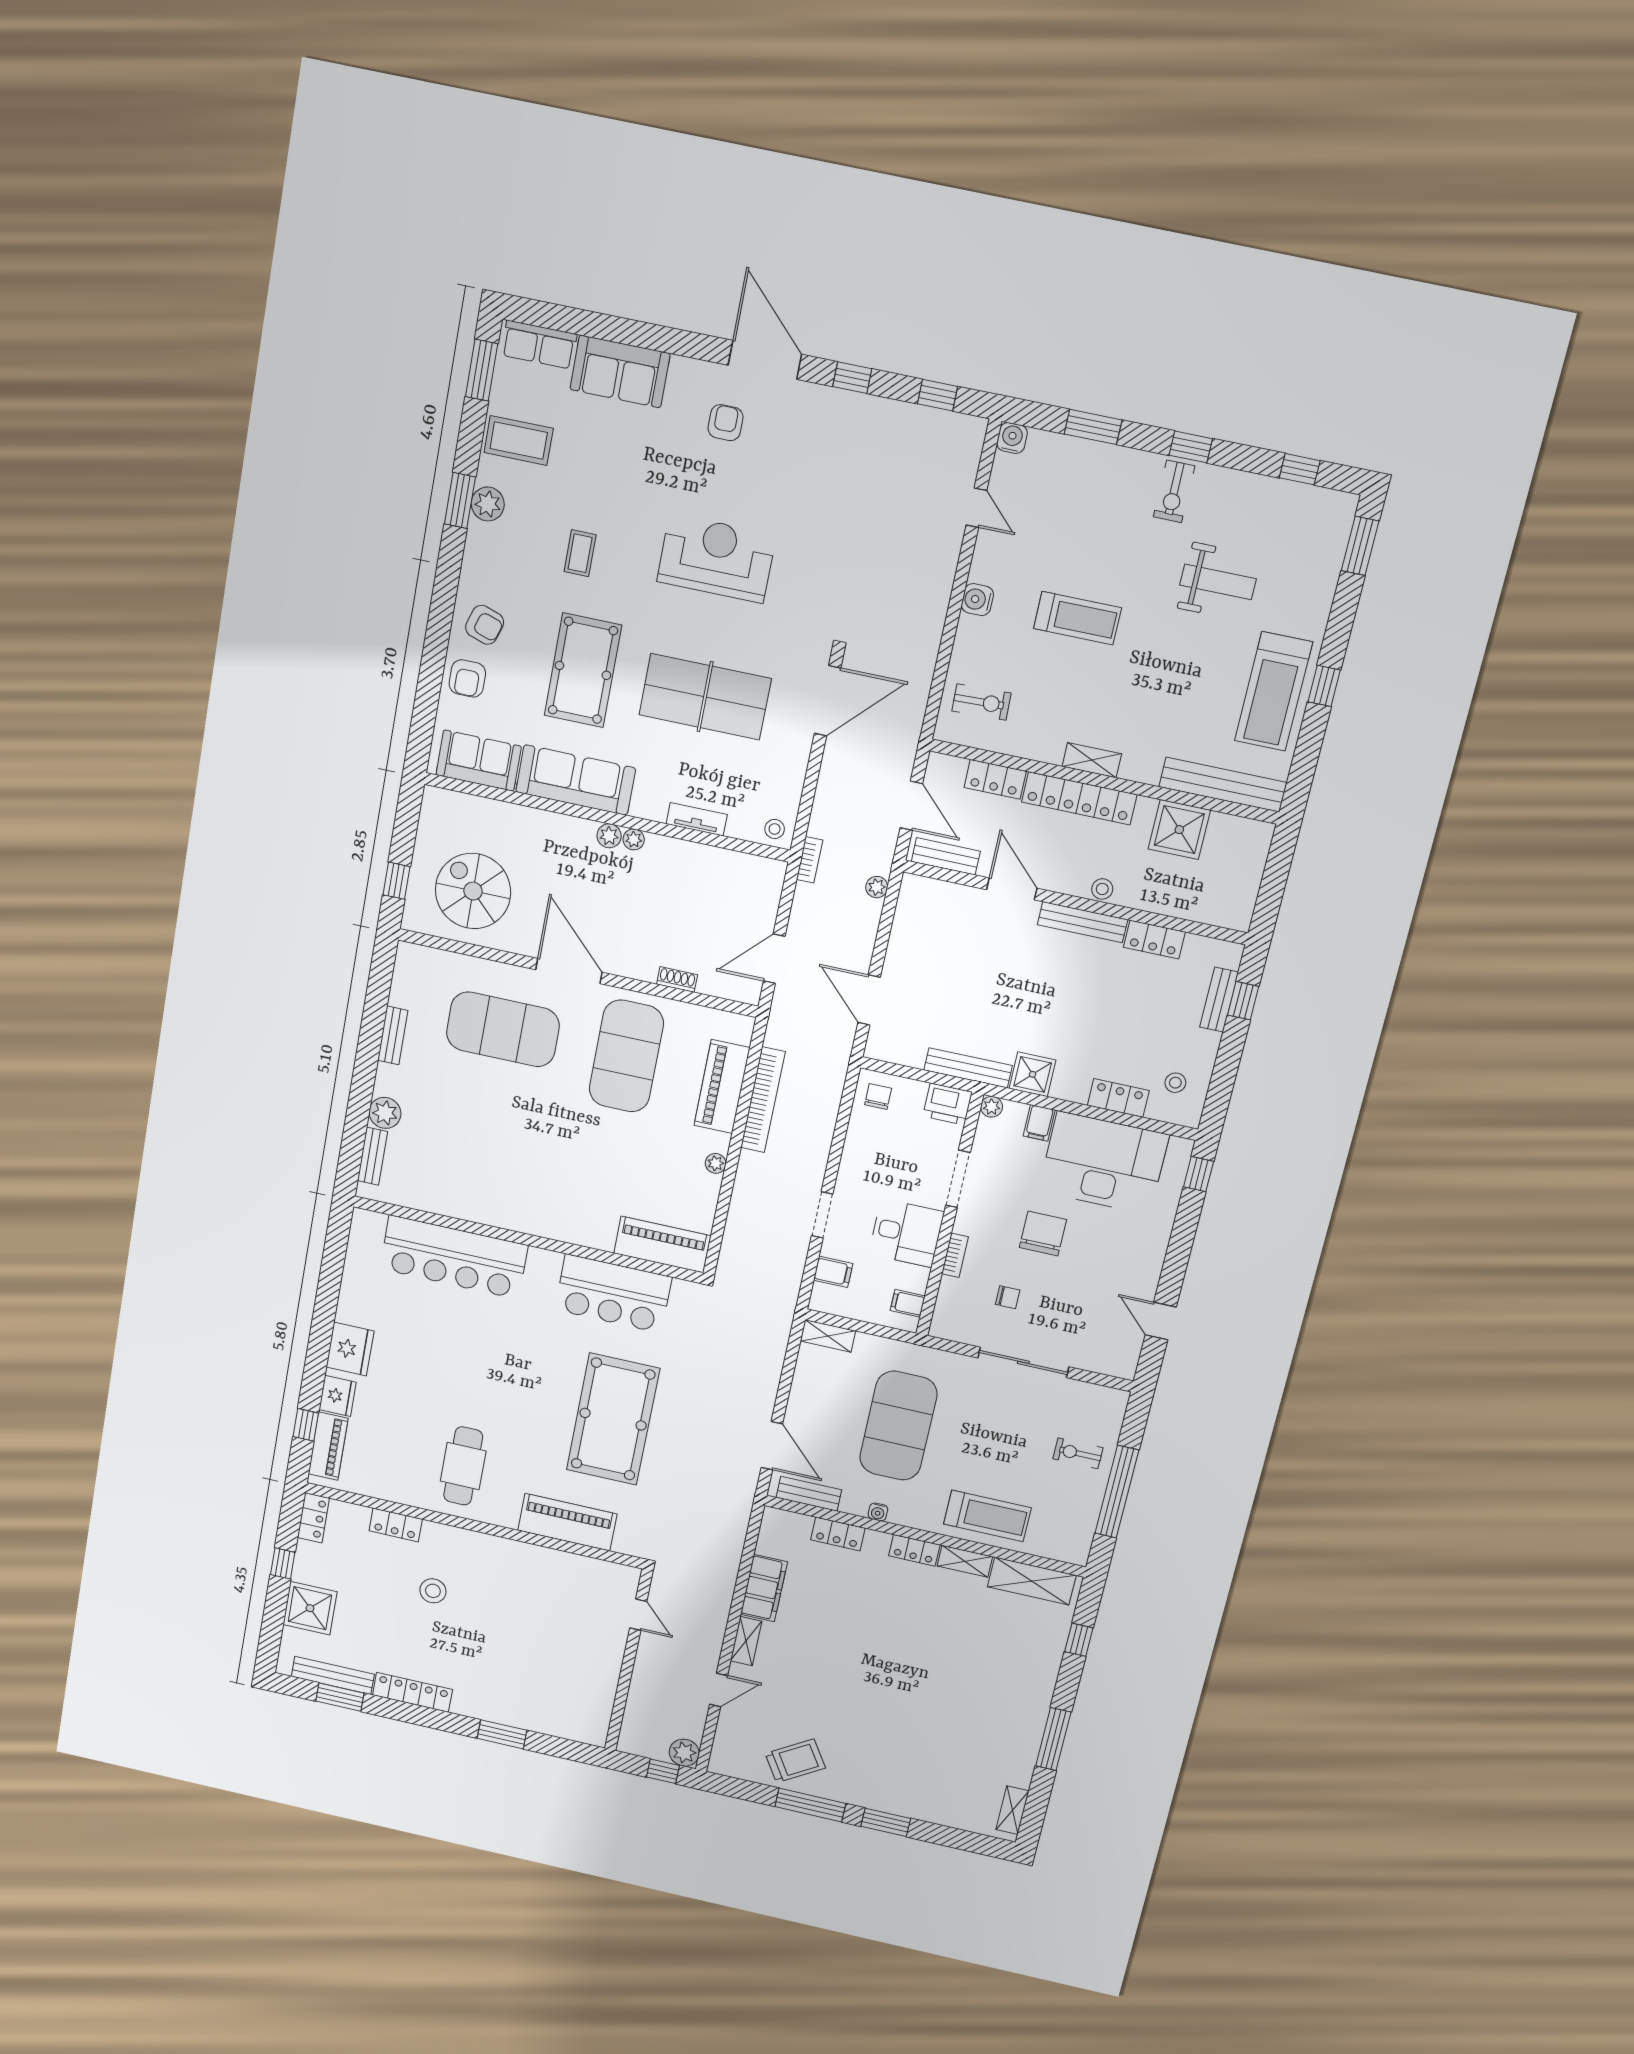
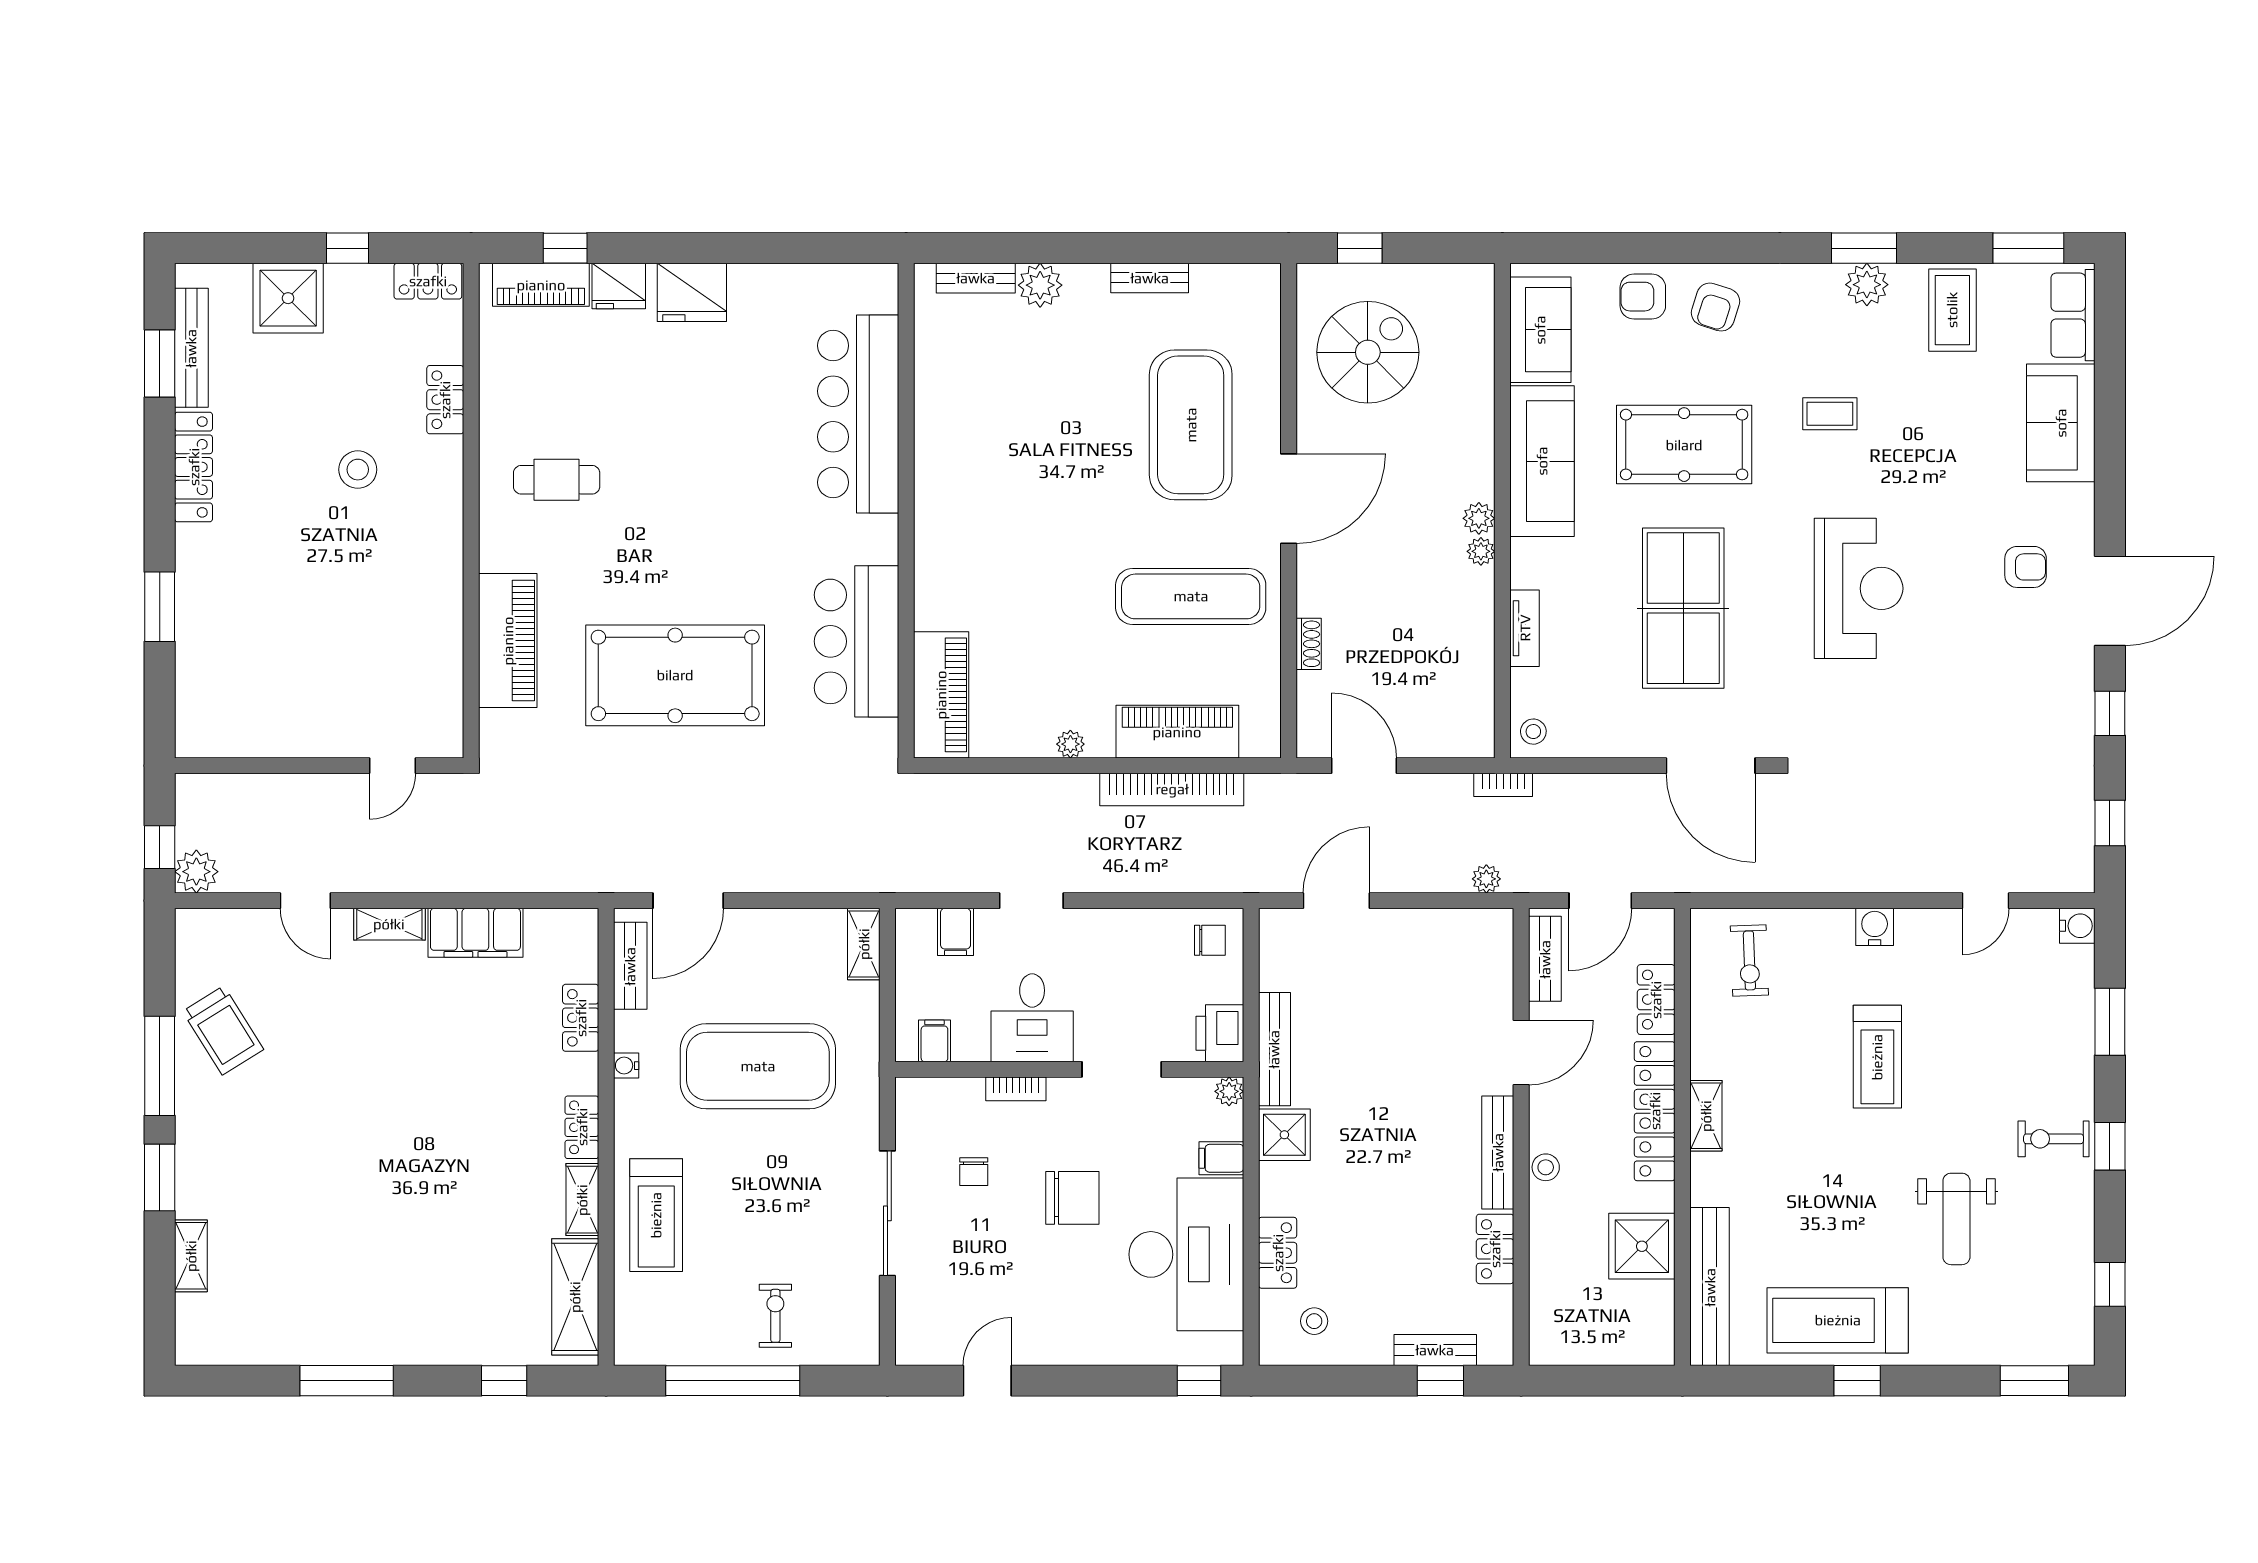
exercise mat: (626, 1056) -> (1191, 596), width x0.68
cafe table: (463, 1466) -> (557, 480), width x0.73, depth x0.74
shelving: (1012, 1810) -> (191, 1256), moved, turned 90

